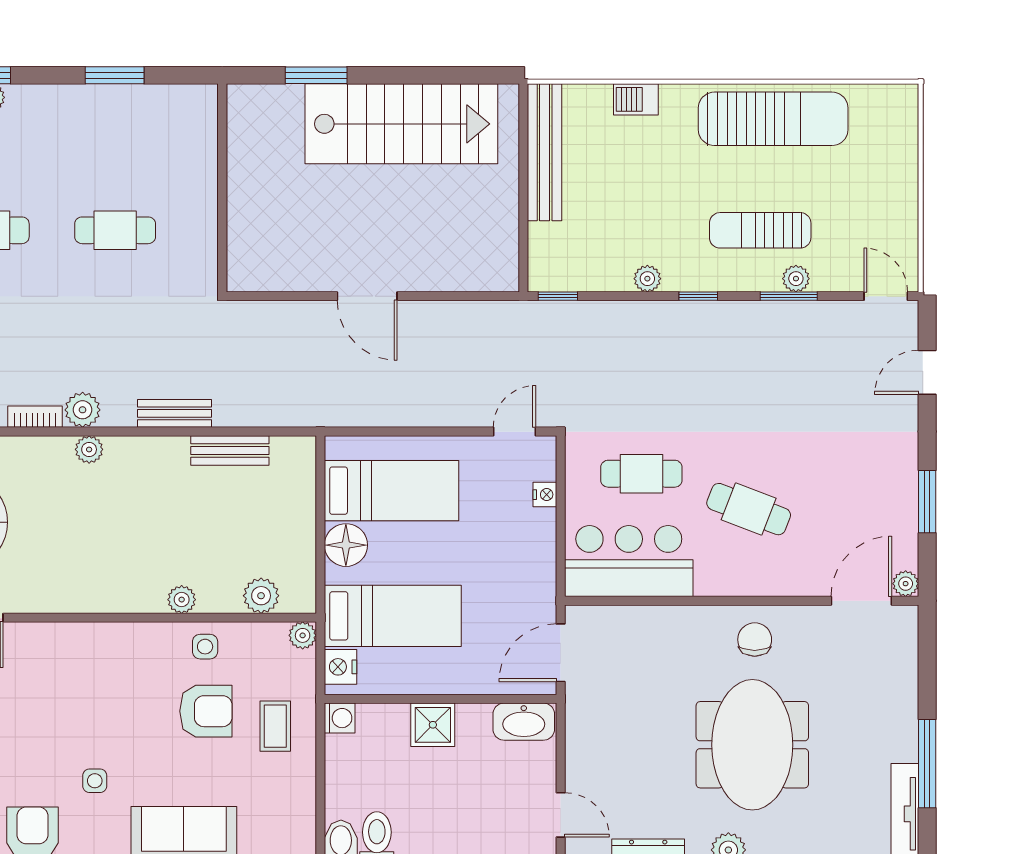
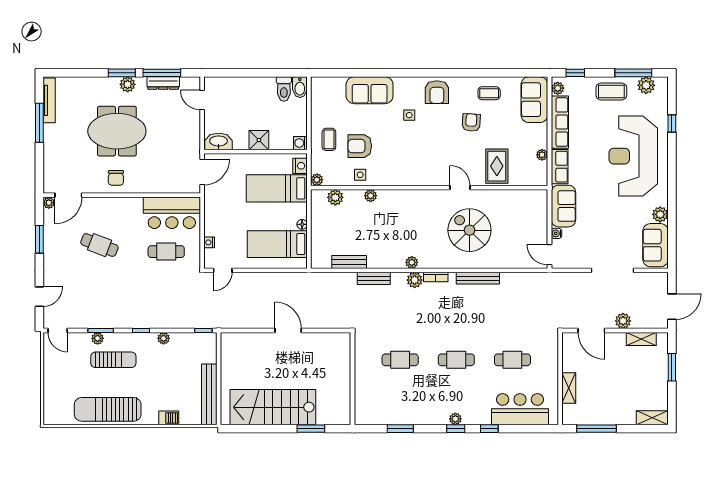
cafe table: (749, 509) -> (99, 245), moved
floor lamp: (346, 545) -> (302, 224), width x0.53, depth x0.53
meeting table: (752, 745) -> (117, 131), turned 90

